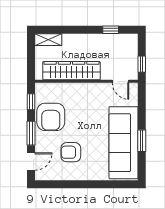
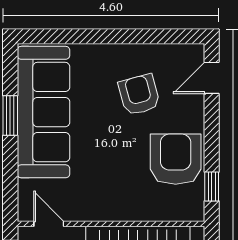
window: (31, 133) -> (212, 130), removed
armchair: (71, 152) -> (139, 95), turned -105

